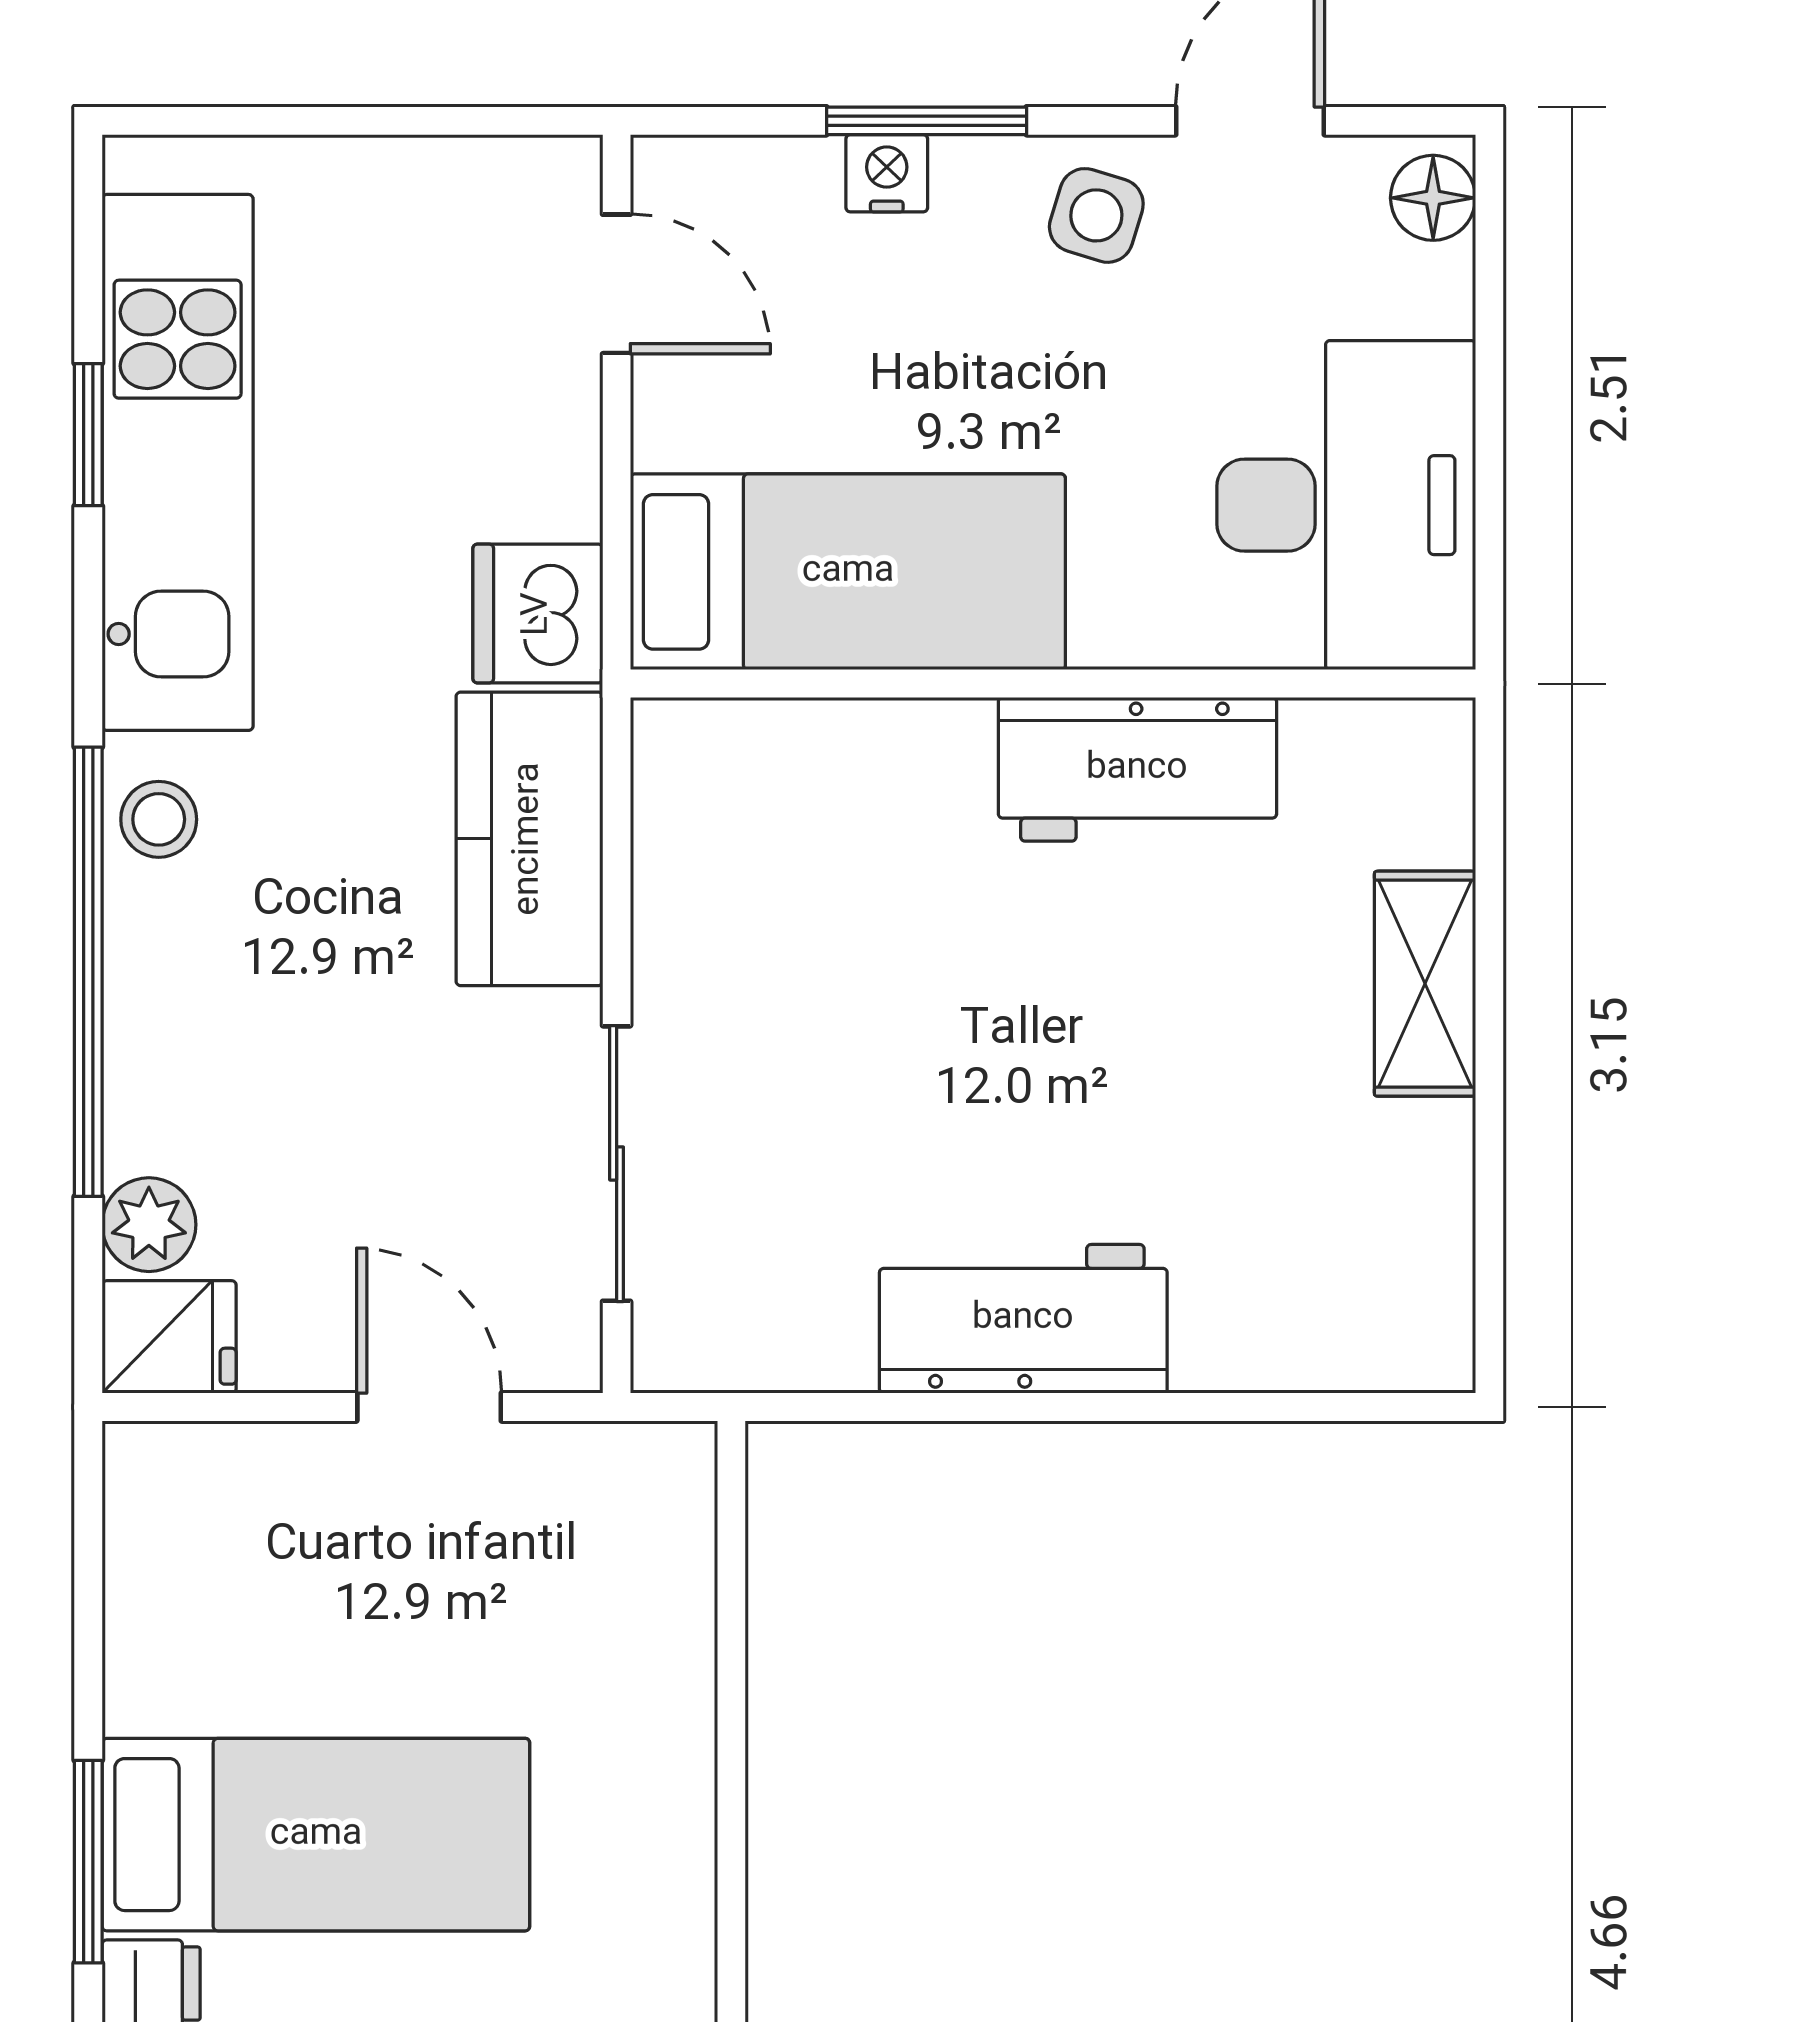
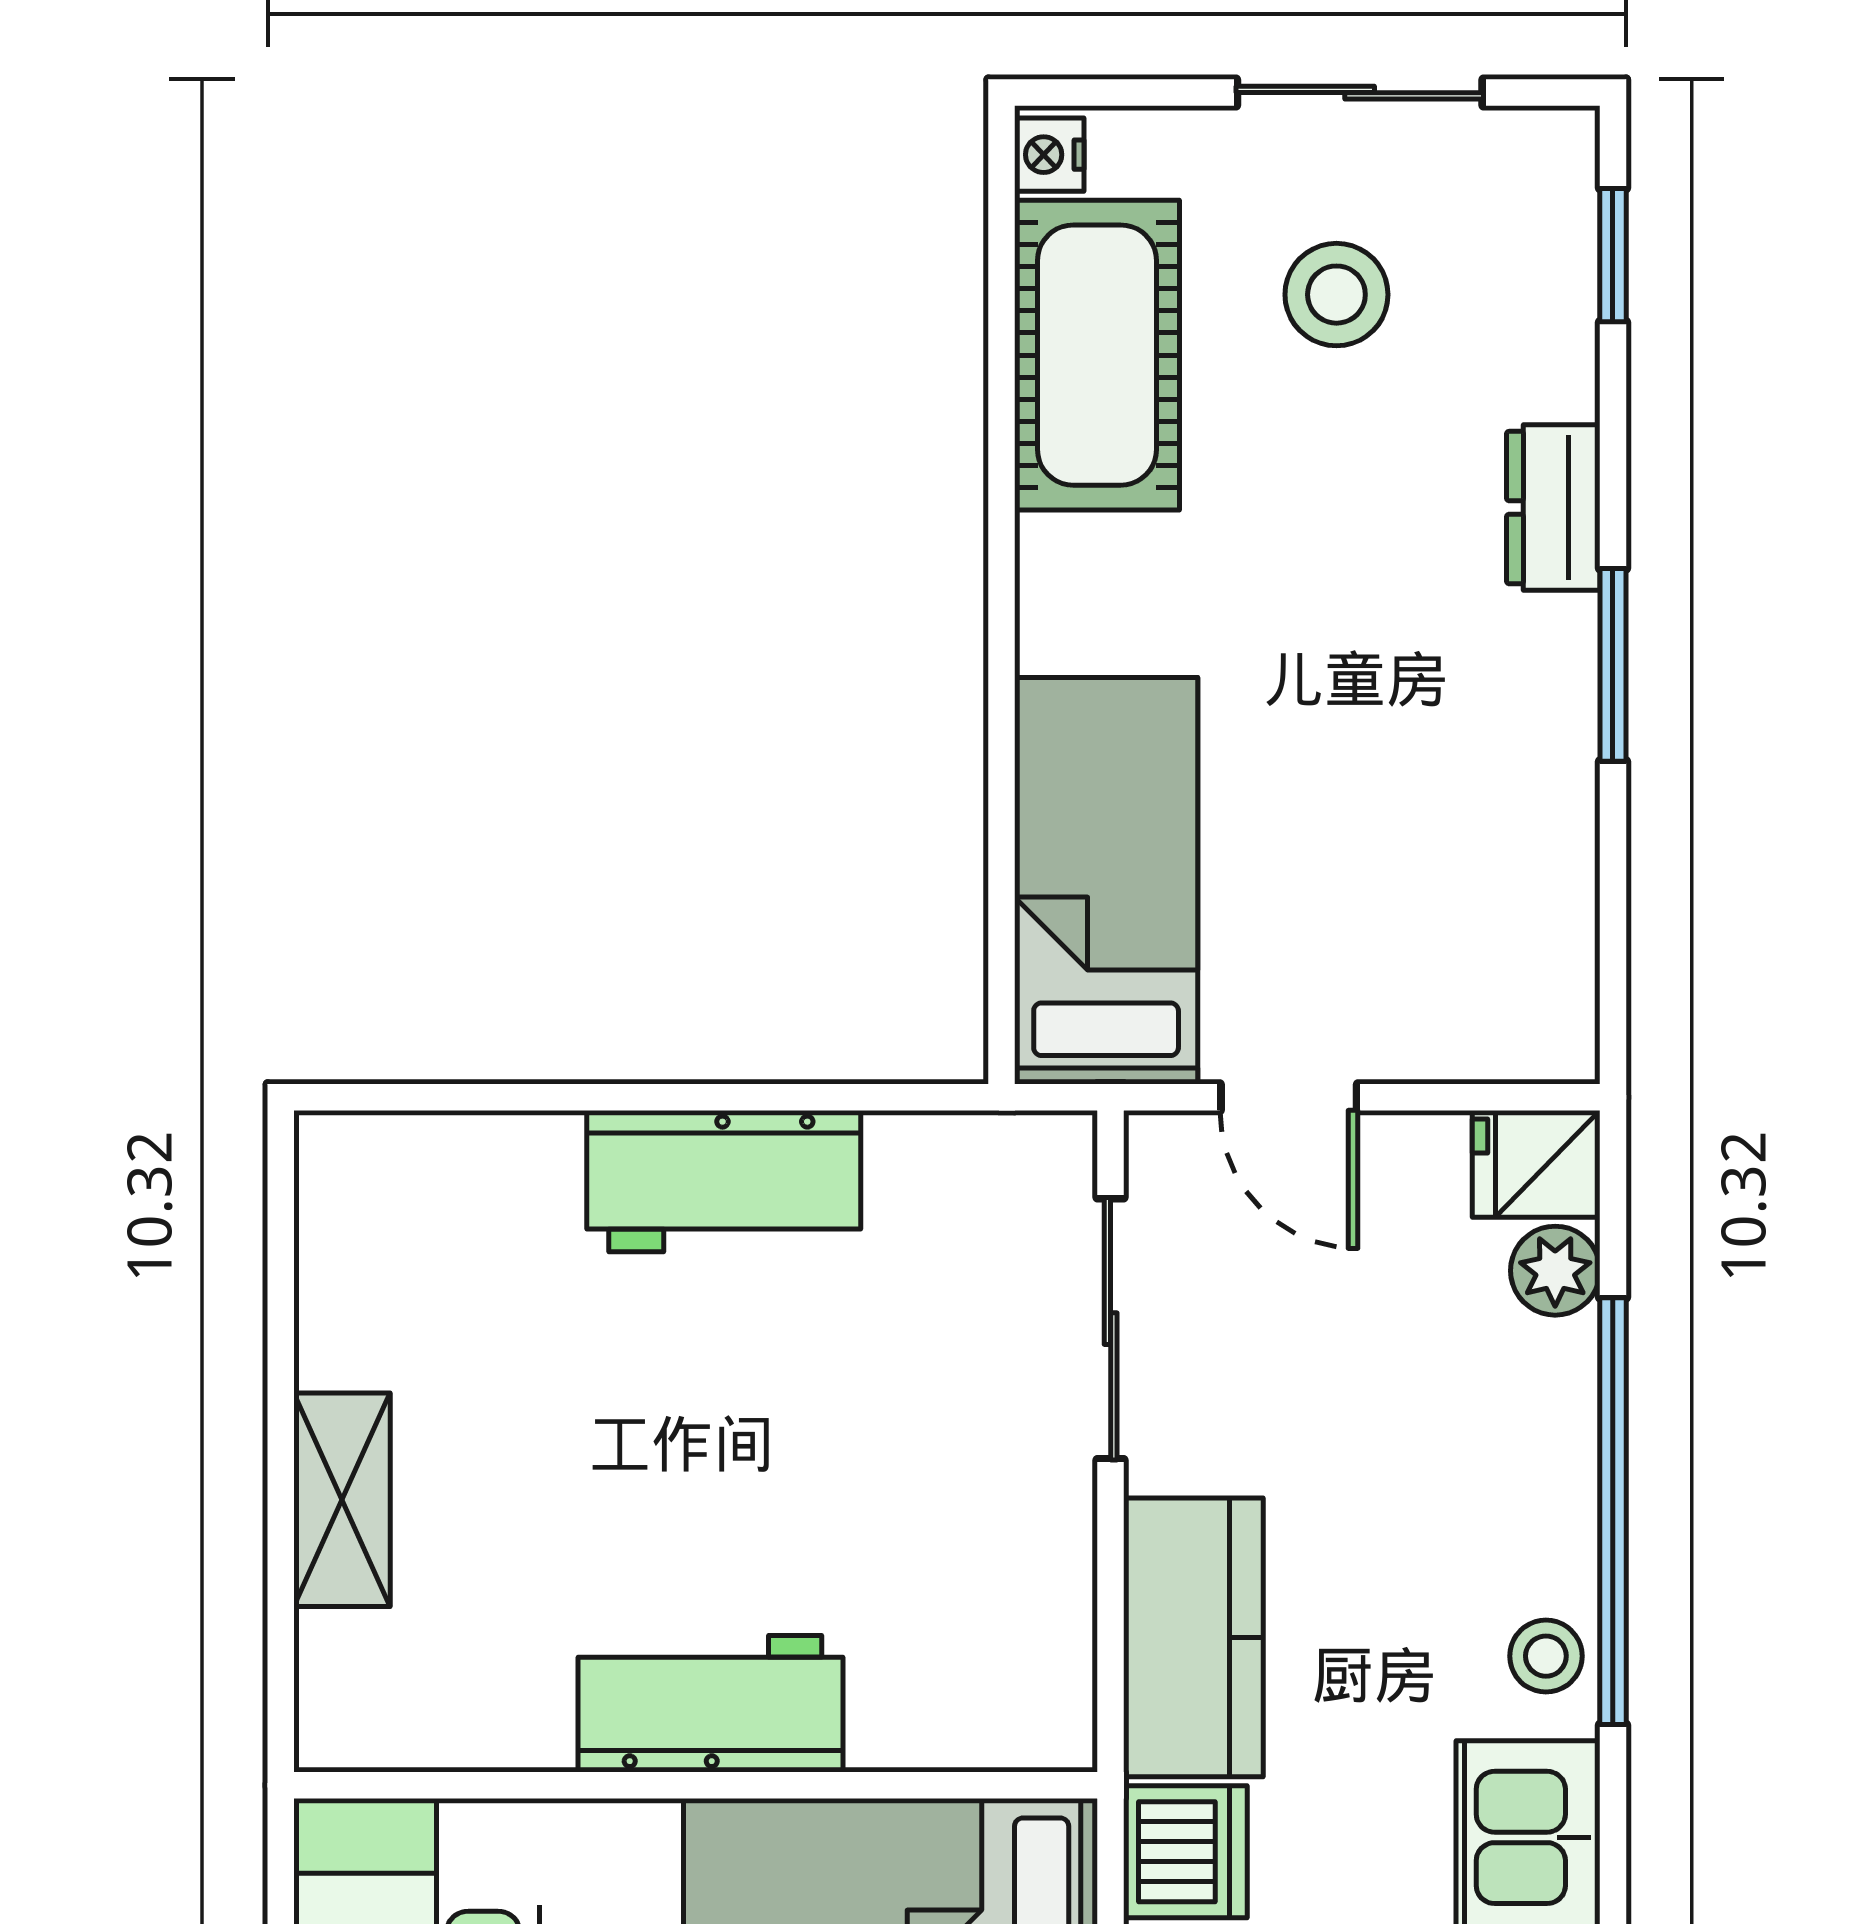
workbench: (1137, 769) -> (710, 1704), moved
bed: (316, 1835) -> (1106, 881), moved, turned 90

